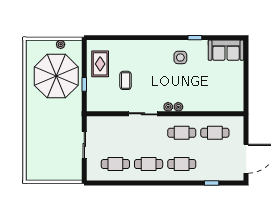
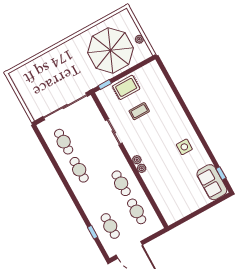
window: (195, 38) -> (221, 173), moved
rug: (100, 64) -> (126, 87), moved
window: (84, 84) -> (105, 85), moved
sliding door: (143, 114) -> (114, 132), moved
sliding door: (84, 145) -> (65, 106), width x1.86
cafe table: (182, 164) -> (110, 226), moved

